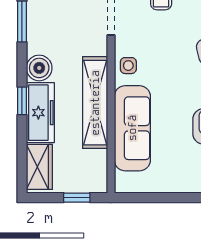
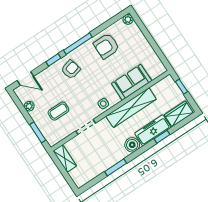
window: (22, 101) -> (162, 137), moved
sofa: (132, 128) -> (132, 82), width x0.73

